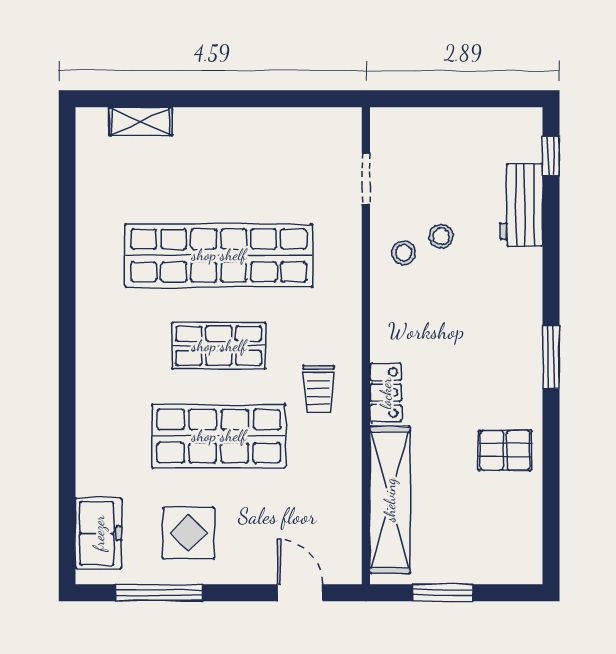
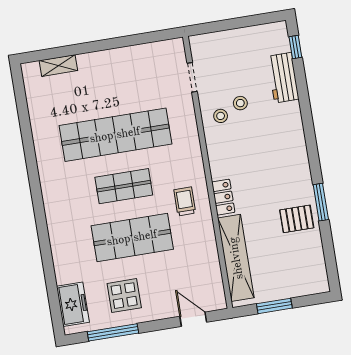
window: (551, 357) -> (321, 202), moved
trolley: (318, 389) -> (185, 201), turned 180

